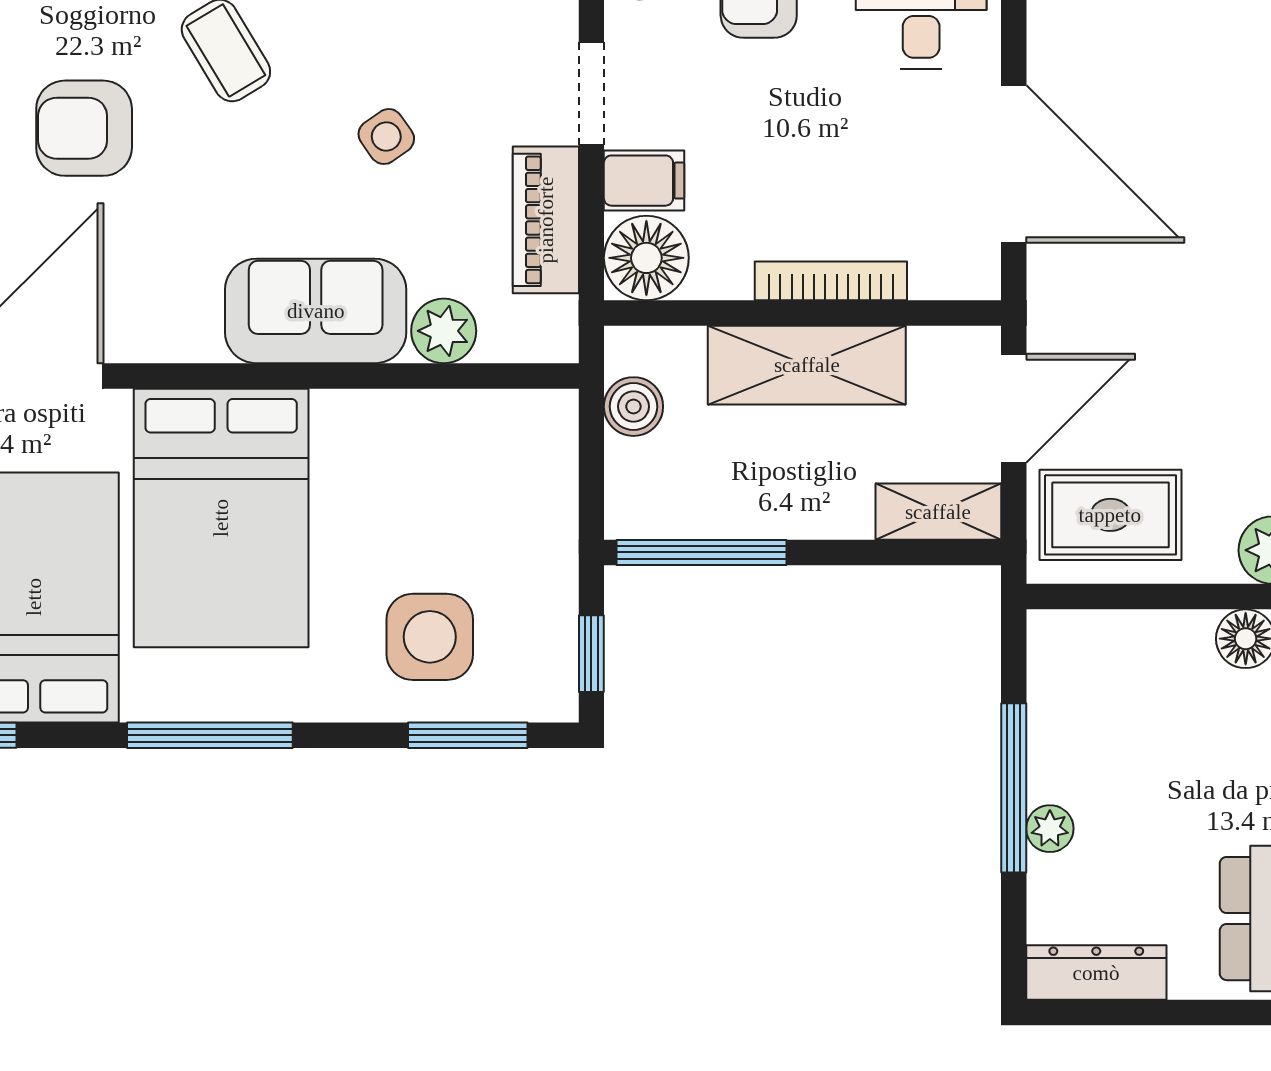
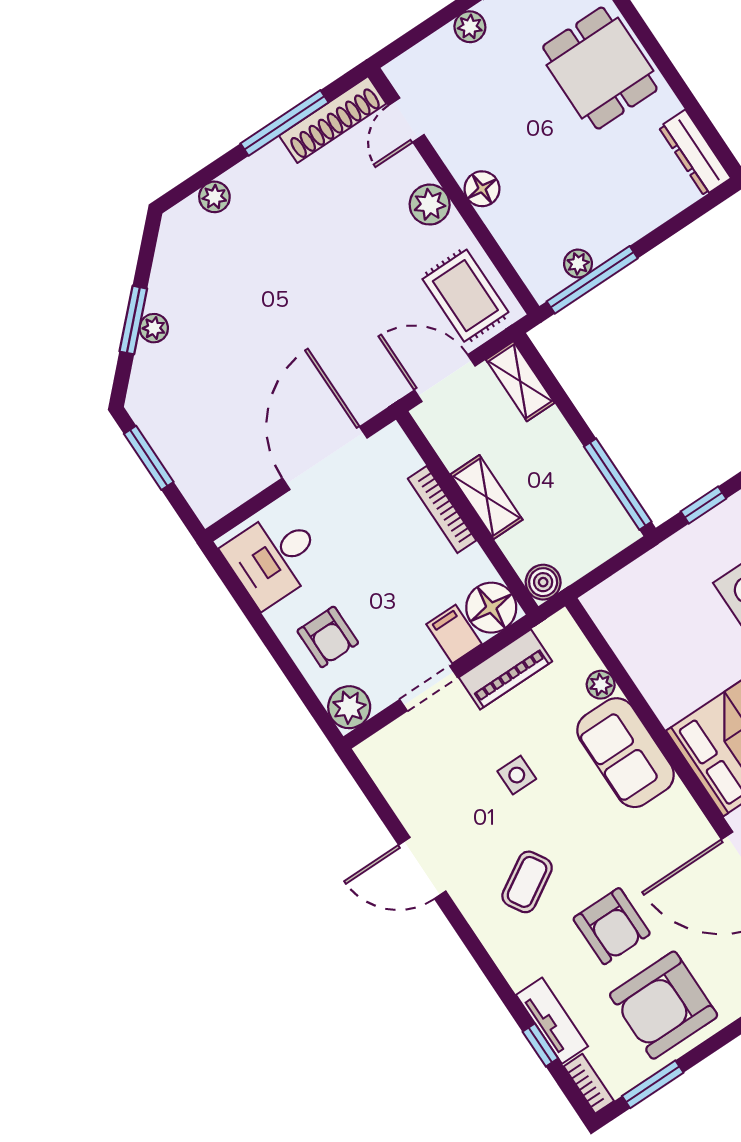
side table: (386, 137) -> (517, 775), turned 35
plant: (444, 331) -> (601, 685), width x0.73, depth x0.73
shelving: (807, 365) -> (486, 497), width x0.67, depth x0.75
boiler: (633, 407) -> (543, 582), moved
window: (1014, 788) -> (592, 280), moved
plant: (1050, 829) -> (578, 264), moved

